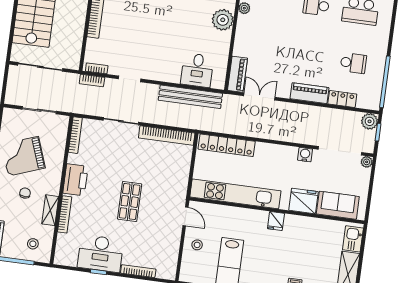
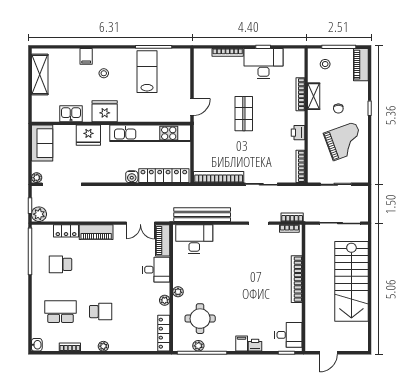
plant: (223, 20) -> (178, 292), width x0.53, depth x0.53
desk: (249, 43) -> (156, 270), added
desk: (197, 70) -> (194, 239), width x1.37
water cooler: (305, 155) -> (132, 177), moved
printer: (75, 180) -> (298, 133), width x0.53, depth x0.68
sofa: (338, 205) -> (42, 143), moved, turned -90
door: (185, 216) -> (192, 107), swing flipped
fridge: (276, 221) -> (105, 111), width x1.88, depth x1.34
kitchen sink: (353, 239) -> (71, 114), moved, turned -90
stool: (197, 245) -> (104, 73), moved

